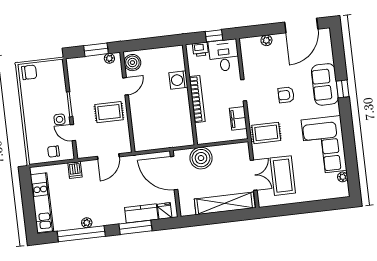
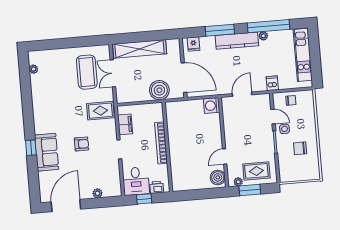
chair: (29, 72) -> (300, 148), moved
washing machine: (178, 80) -> (212, 106), moved, turned 180
rug: (109, 112) -> (256, 171), moved
corner sofa: (324, 145) -> (49, 98), removed
kitchen counter: (141, 213) -> (237, 41), moved, width x1.50

